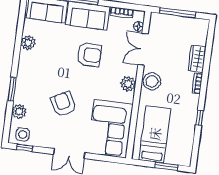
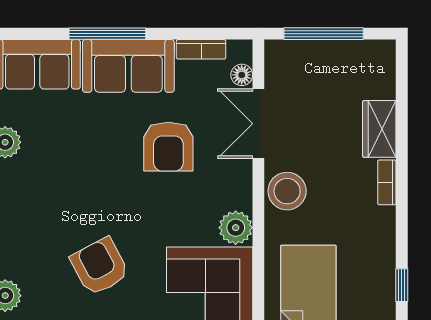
armchair: (89, 55) -> (168, 147), moved, turned 90
plant: (128, 84) -> (236, 228), moved
window: (200, 118) -> (402, 285), moved

